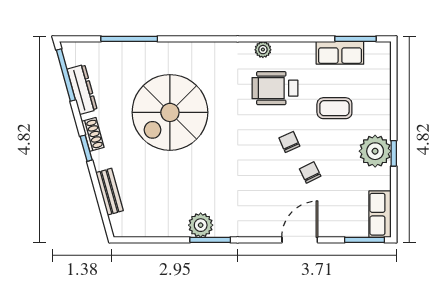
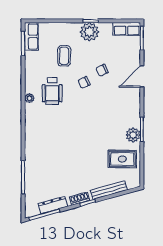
row of seats: (340, 53) -> (31, 36), moved
spiral stairs: (170, 112) -> (67, 153), removed
bench: (110, 192) -> (109, 190), width x1.36
rug: (160, 207) -> (122, 159), added
door: (300, 240) -> (142, 76), hinge flipped

